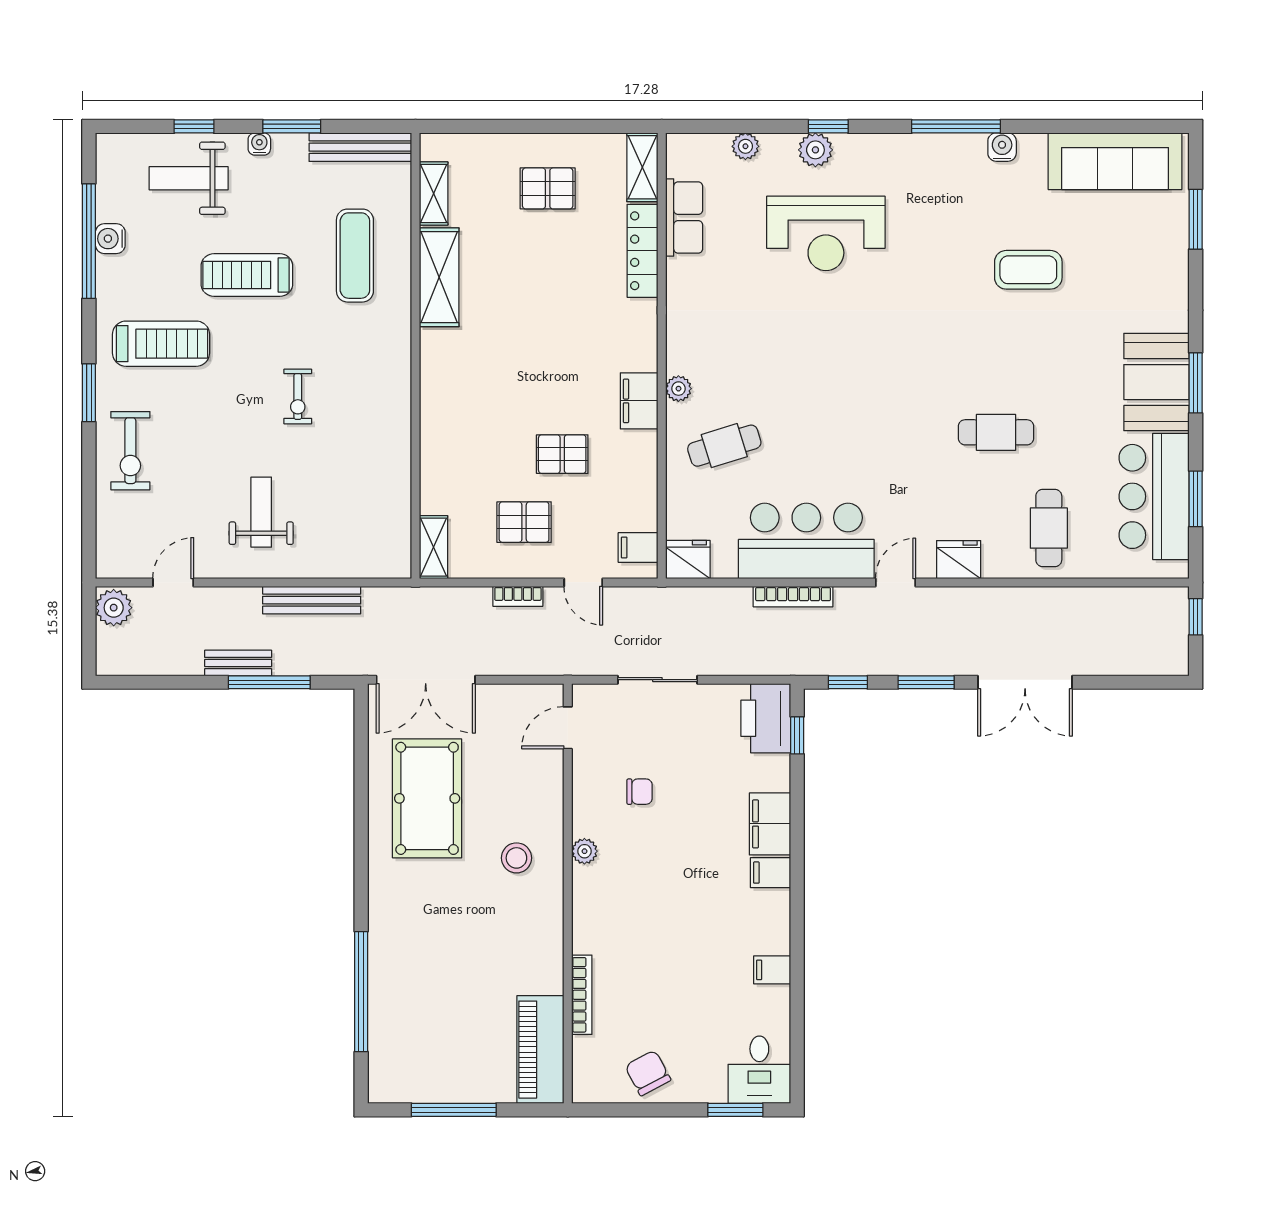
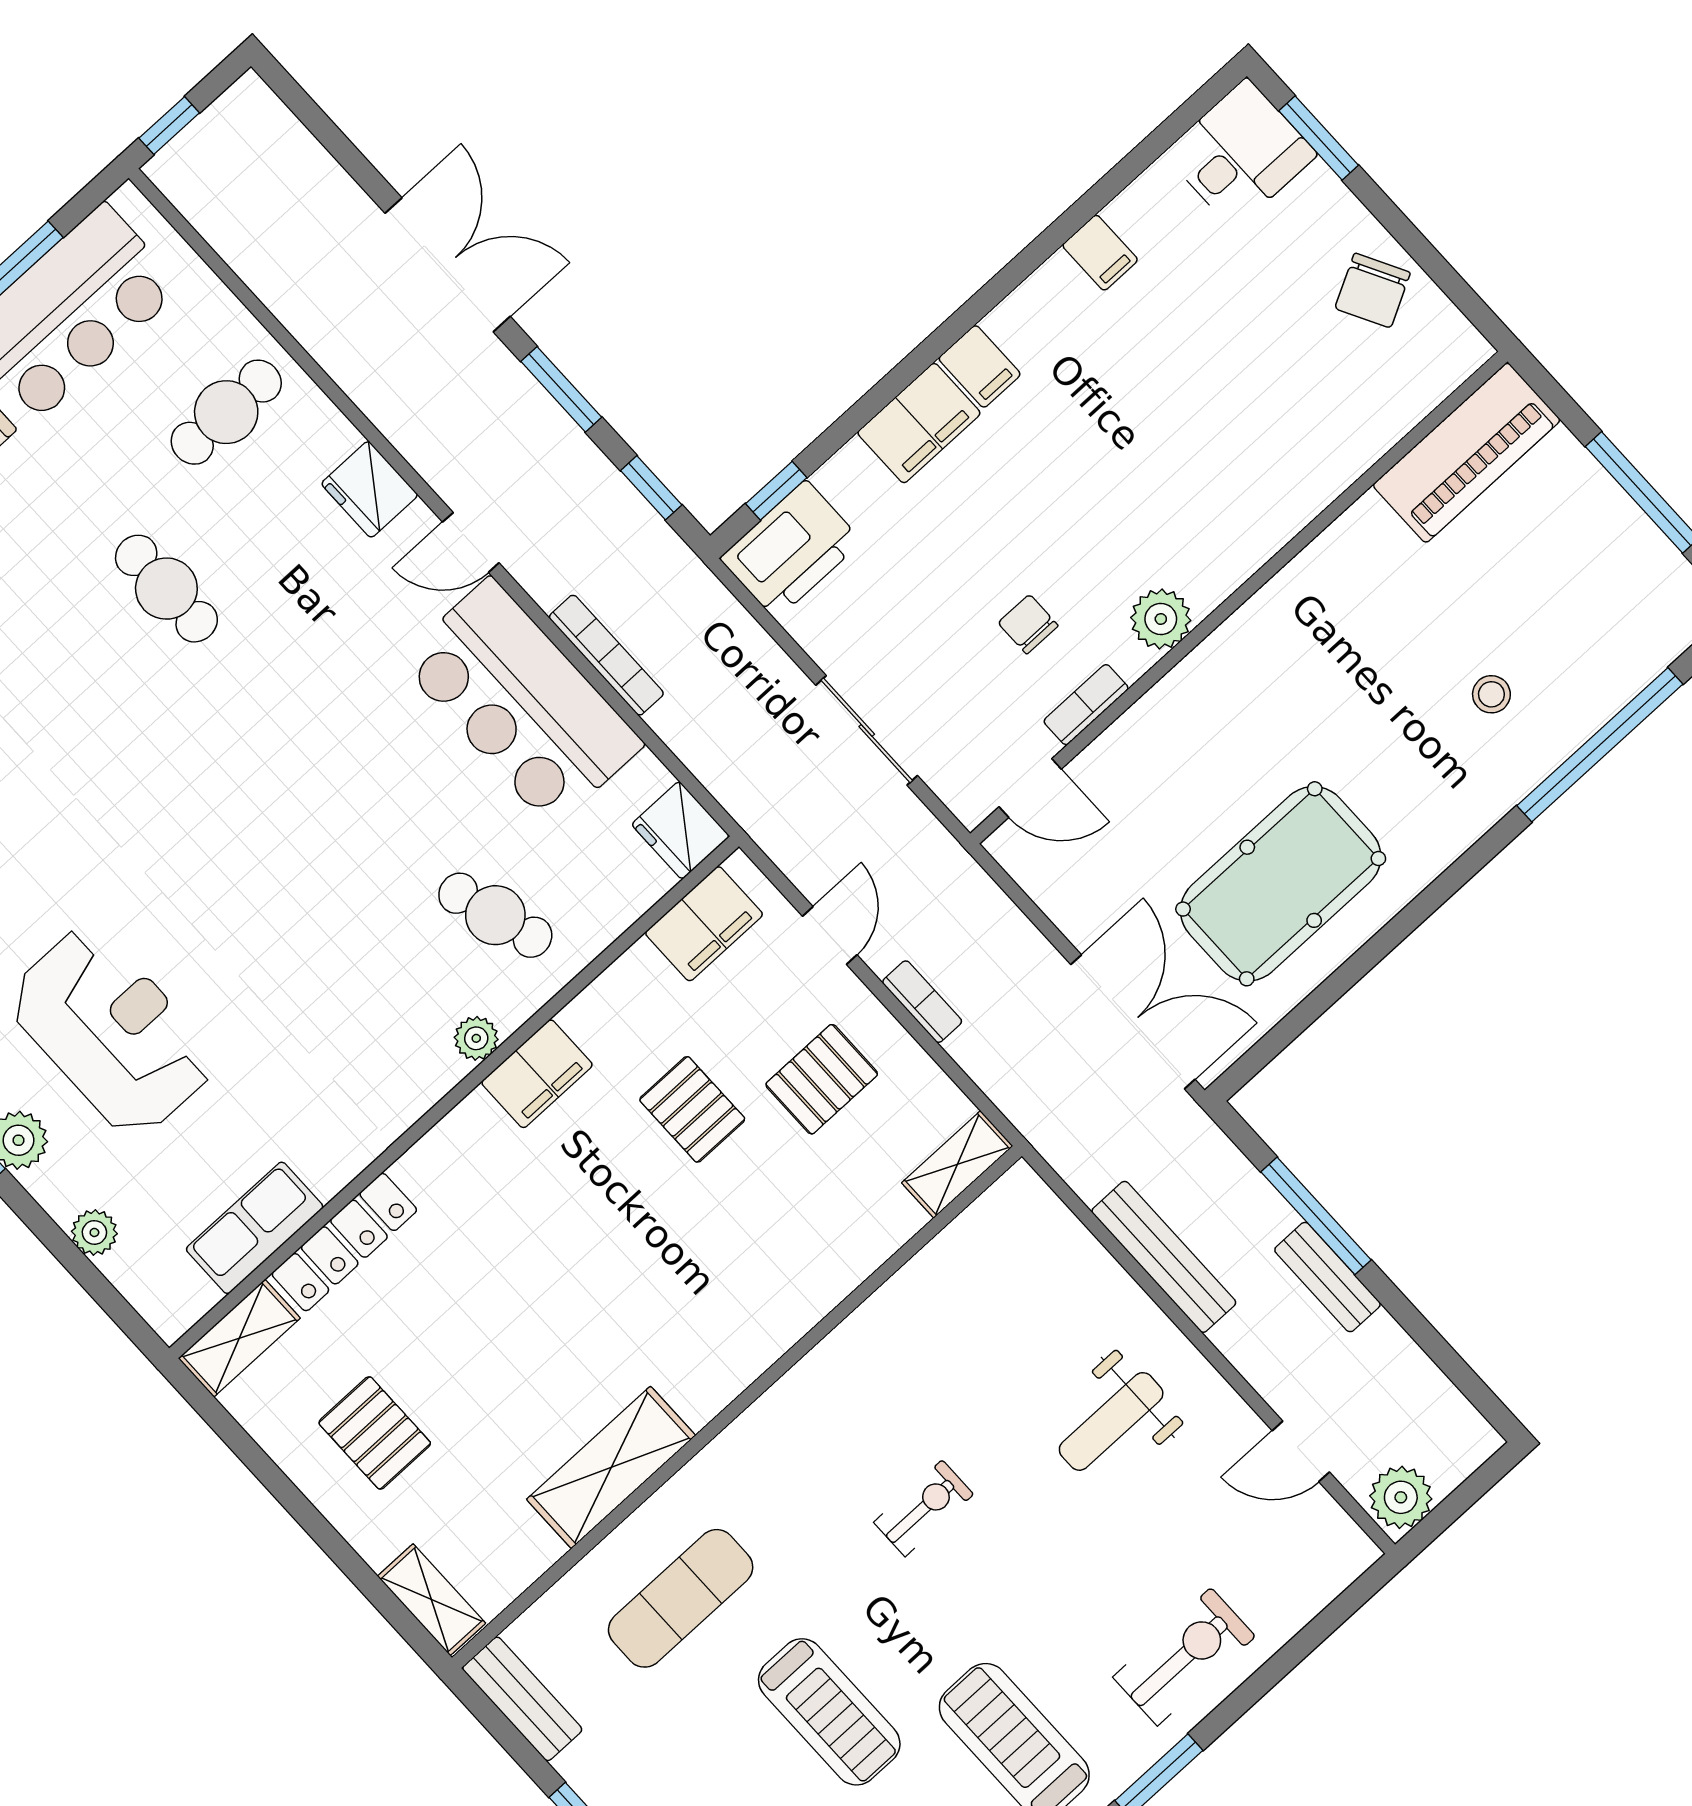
bench: (360, 147) -> (522, 1699), width x0.73
shelving: (434, 194) -> (431, 1600), moved, turned 90
pallet: (524, 522) -> (822, 1079), turned 90
filing cabinet: (638, 547) -> (704, 924), width x2.00
plant: (584, 851) -> (1161, 619), width x1.38, depth x1.38
stool: (516, 858) -> (1491, 694), moved, width x0.73, depth x0.73
bookcase: (582, 995) -> (1086, 705), moved, width x0.64

